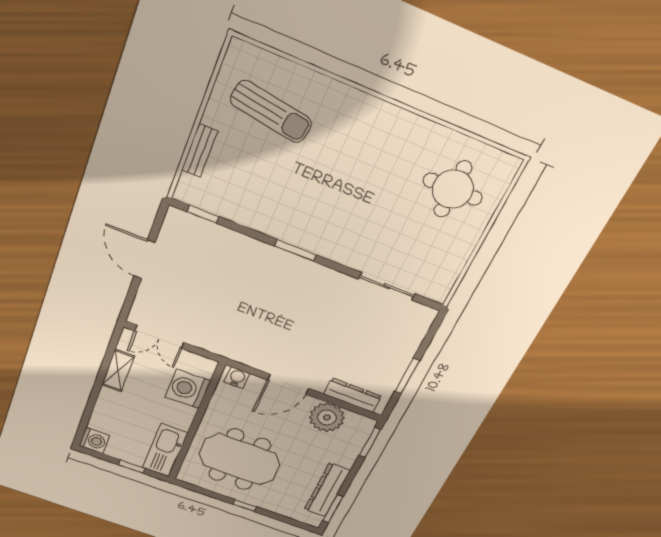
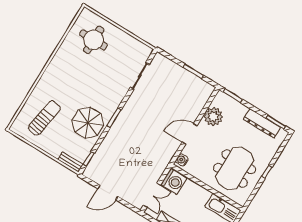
bench: (200, 151) -> (70, 162), moved
parasol: (277, 202) -> (88, 123), added
door: (288, 384) -> (190, 134), swing flipped
washing machine: (188, 389) -> (174, 181), moved, turned -90
dresser: (353, 395) -> (201, 101), removed

